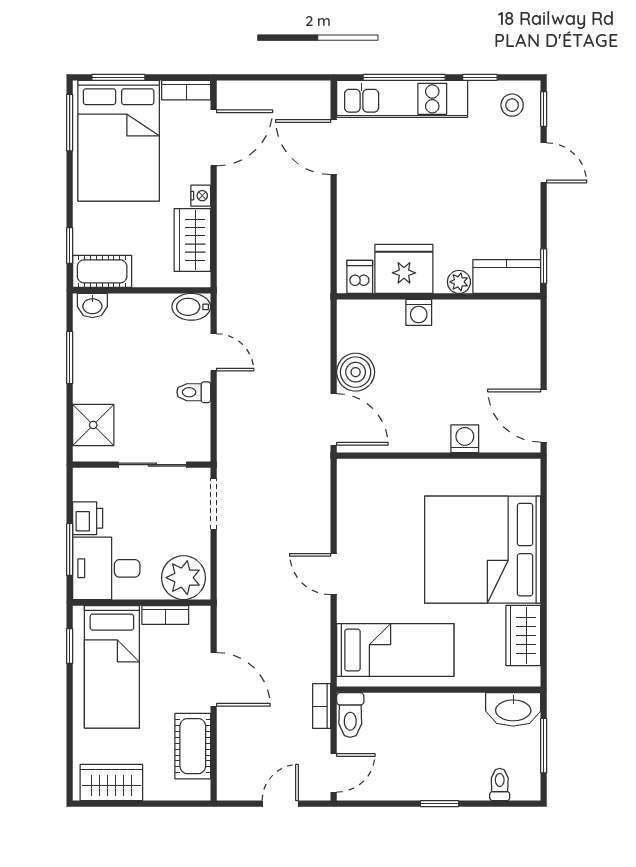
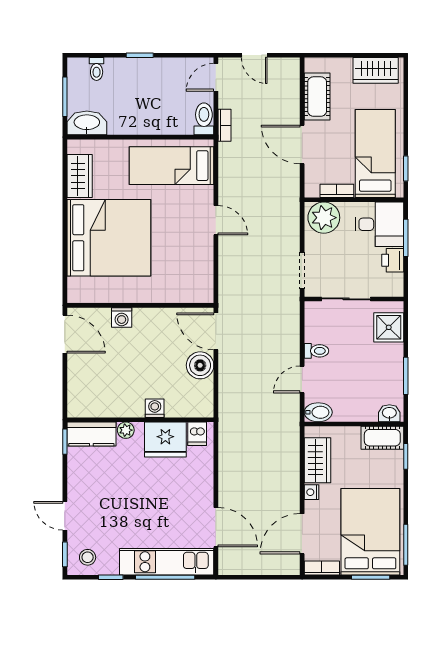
door: (214, 352) -> (302, 380), hinge flipped
door: (280, 804) -> (254, 55), hinge flipped

